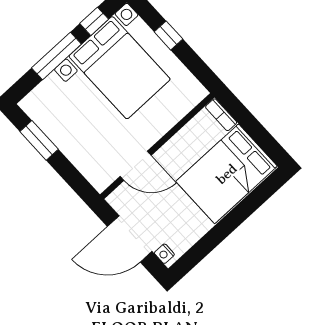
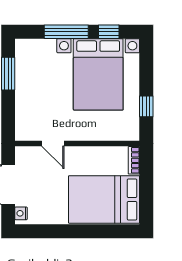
window: (168, 35) -> (146, 106), moved
door: (136, 166) -> (53, 143), width x0.73

